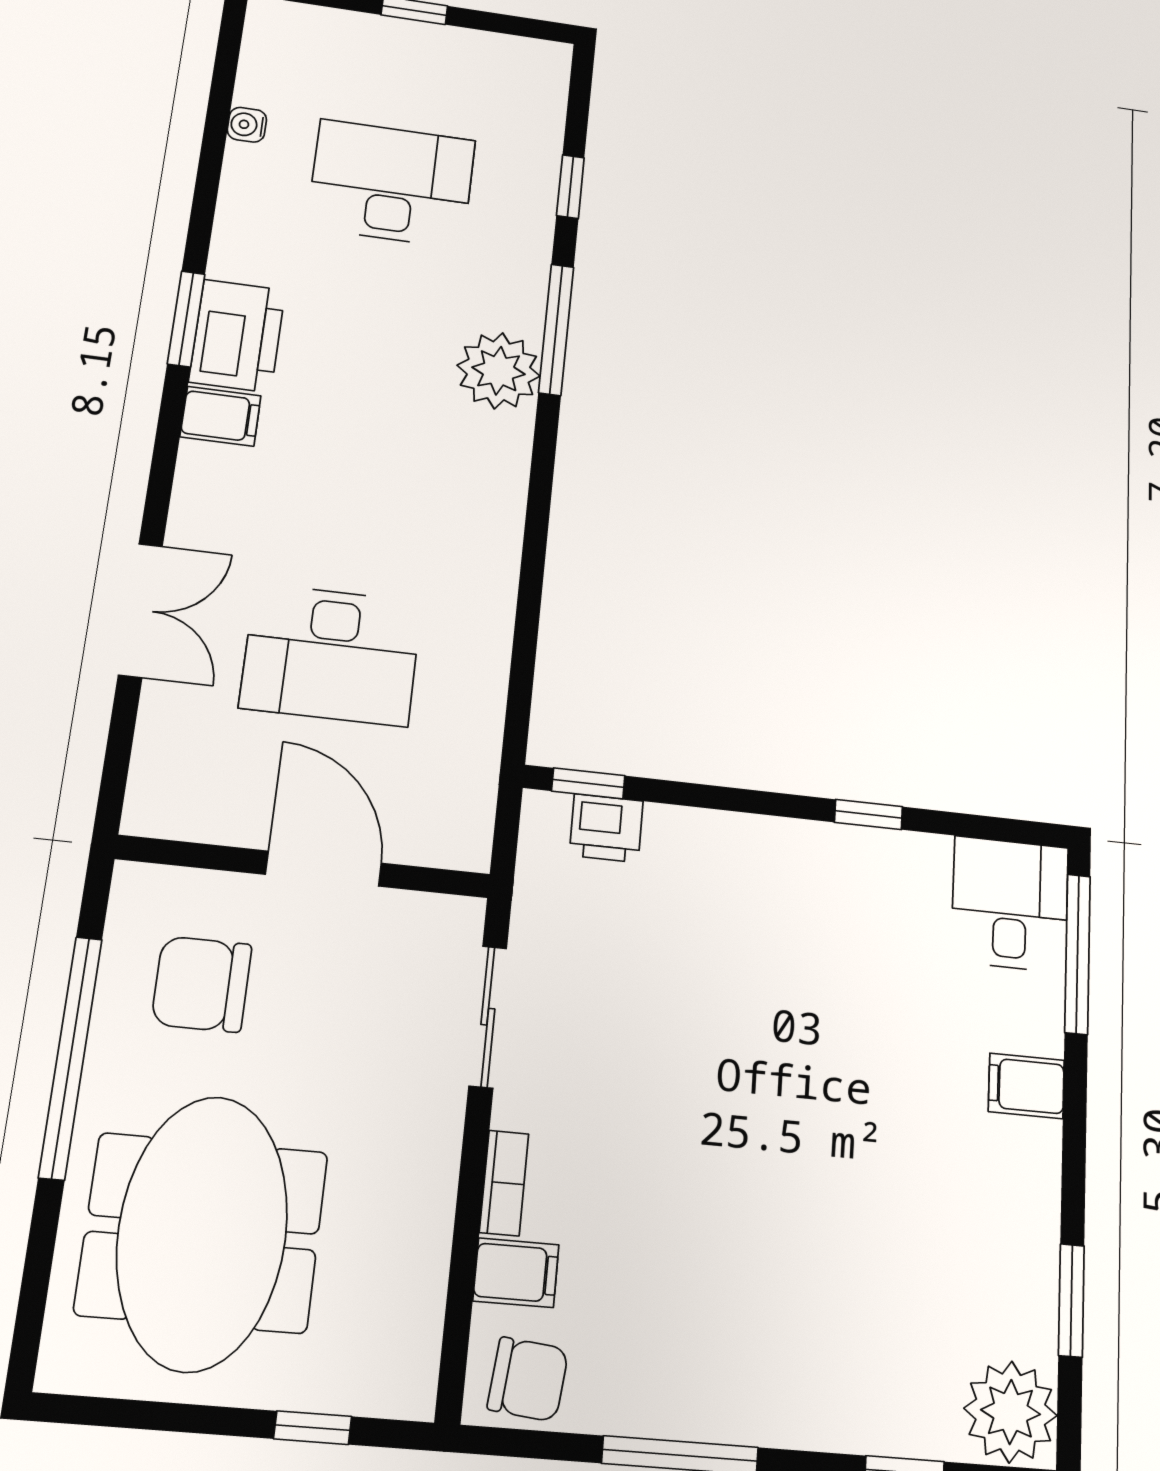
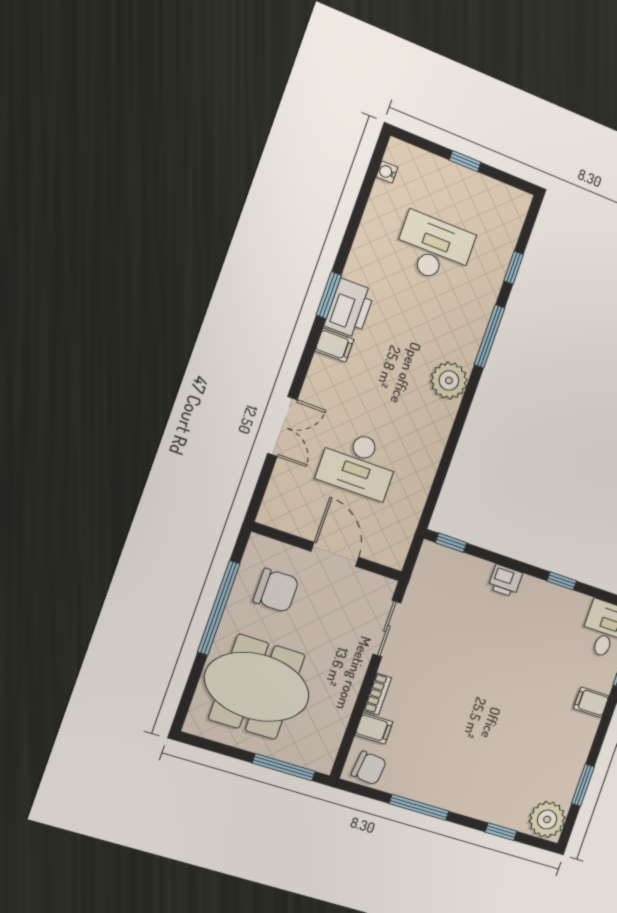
water cooler: (247, 125) -> (387, 172), moved
plant: (499, 371) -> (449, 381), moved
printer: (606, 828) -> (505, 581), moved
chair: (202, 984) -> (276, 590), turned 180
meeting table: (202, 1233) -> (257, 687), turned 90
window: (313, 1428) -> (284, 767), width x2.17

